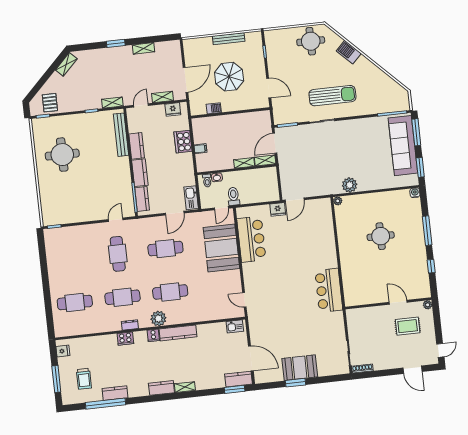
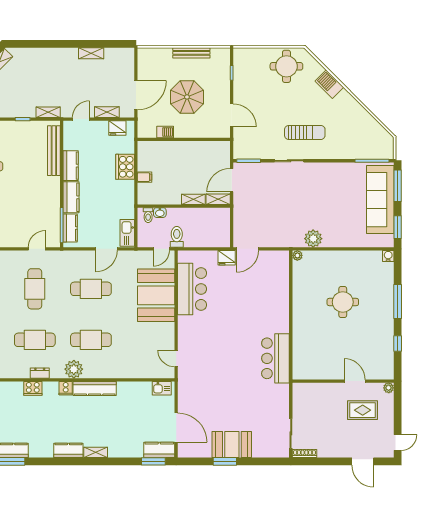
window: (116, 43) -> (59, 44), removed
sun lounger: (332, 96) -> (305, 132), width x0.73, depth x0.75

